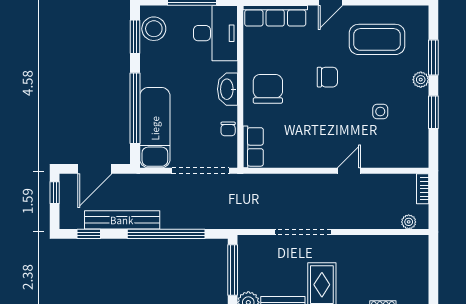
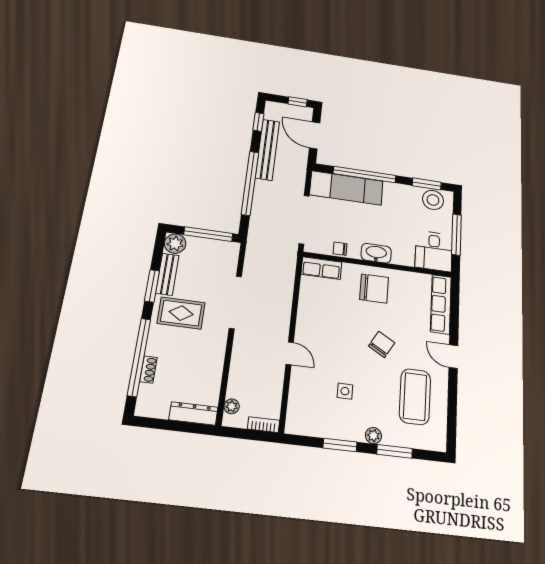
desk: (216, 33) -> (434, 251), width x0.73
chair: (327, 77) -> (382, 344), turned -150
dresser: (420, 257) -> (194, 414), added

